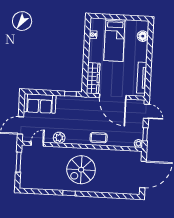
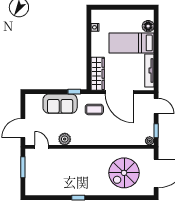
bed: (114, 40) -> (131, 43), moved, turned 90
sofa: (40, 103) -> (60, 104), moved
coffee table: (99, 138) -> (94, 109), moved
door: (37, 144) -> (42, 147), hinge flipped
spiral stairs: (81, 170) -> (124, 173), moved

